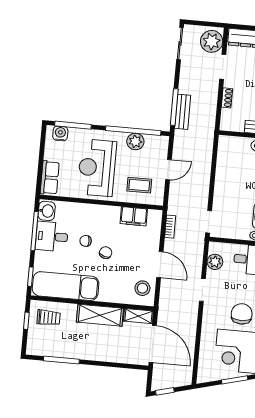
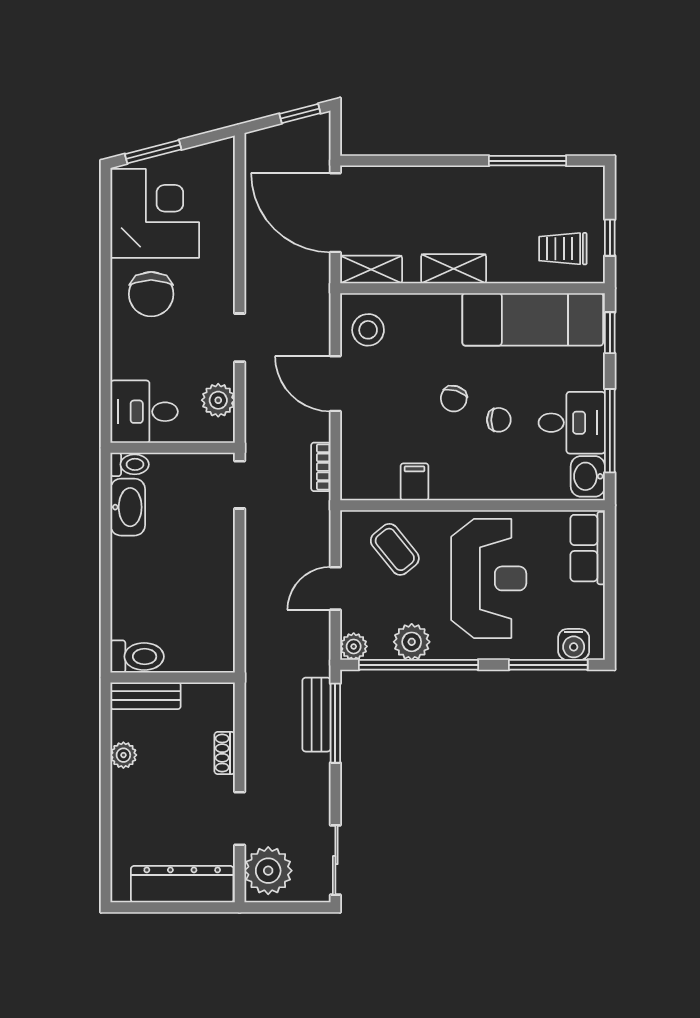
plant: (163, 142) -> (354, 646), added
coffee table: (139, 185) -> (395, 549), turned 51
filing cabinet: (134, 216) -> (414, 482), width x0.50
shelving: (100, 315) -> (454, 269), width x0.67, depth x0.75

